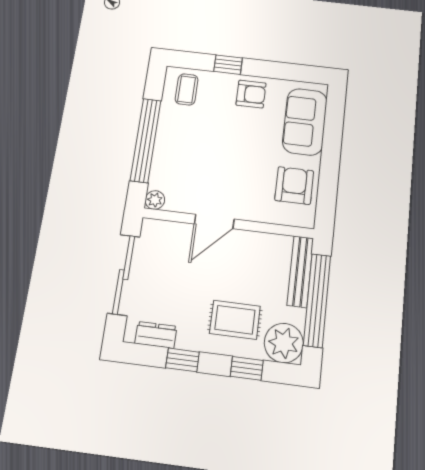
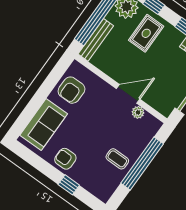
coffee table: (187, 89) -> (117, 159), moved, turned 90
plant: (155, 200) -> (138, 112), moved
rug: (235, 320) -> (146, 33), turned 90

